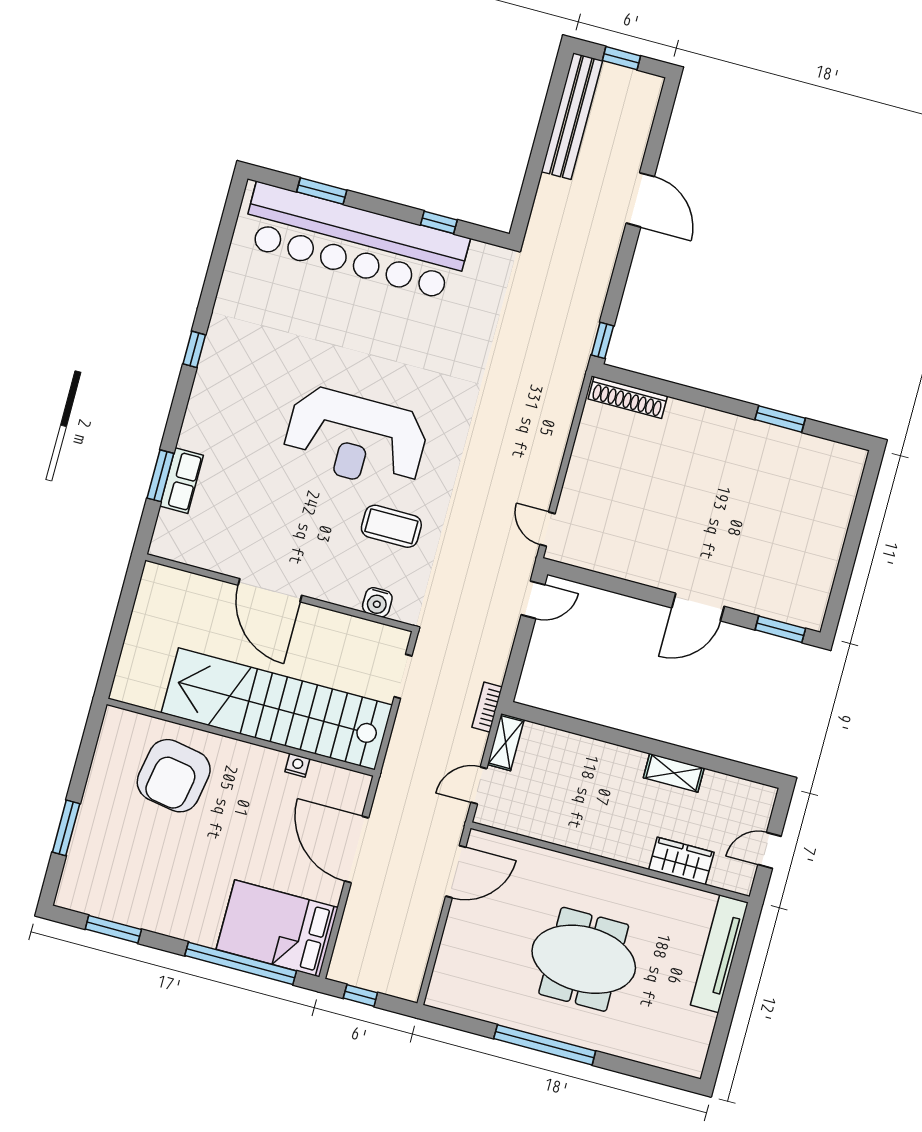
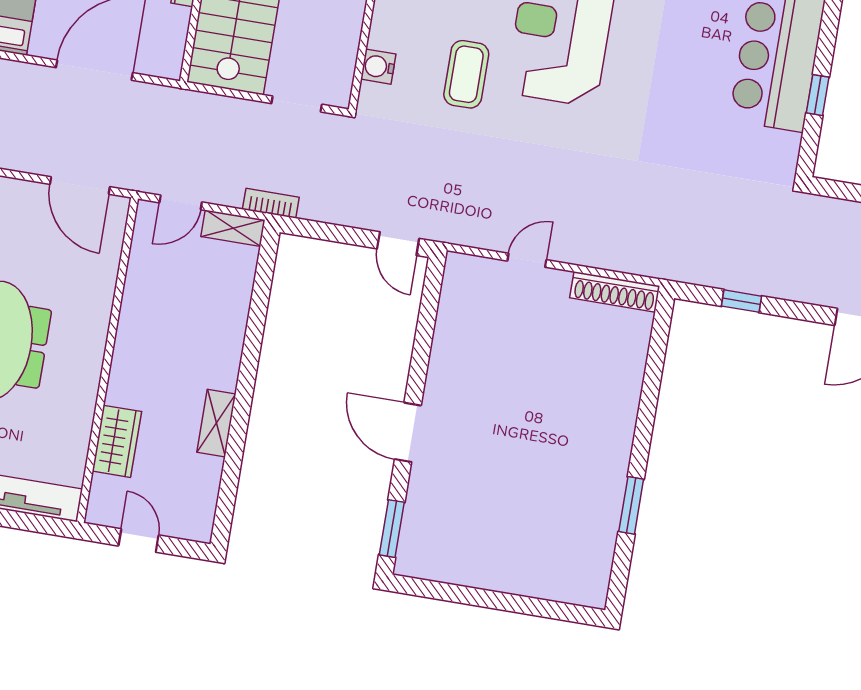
window: (602, 340) -> (742, 301), moved
shoe rack: (628, 398) -> (615, 292), moved, turned -90
door: (548, 529) -> (527, 260), moved
door: (479, 785) -> (181, 202), swing flipped

